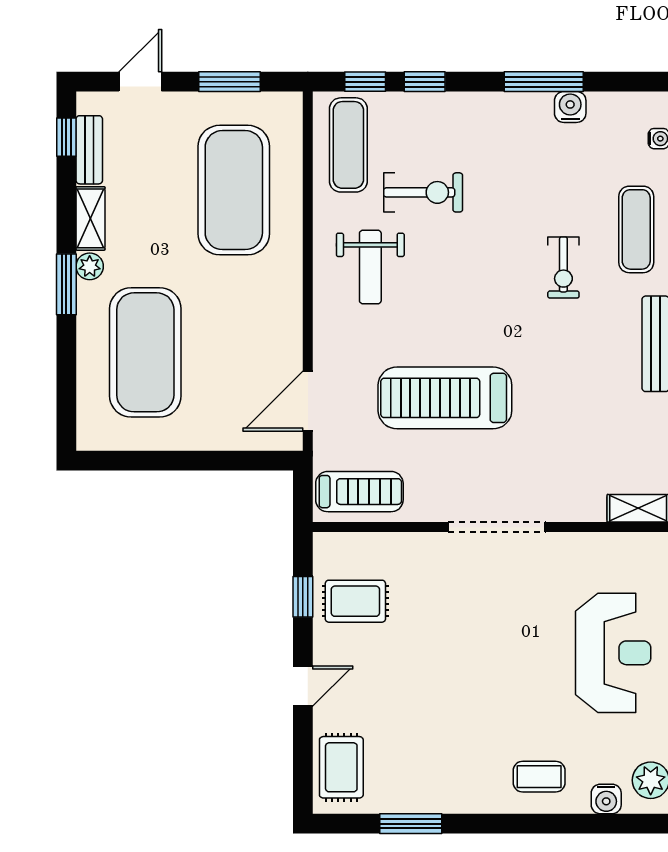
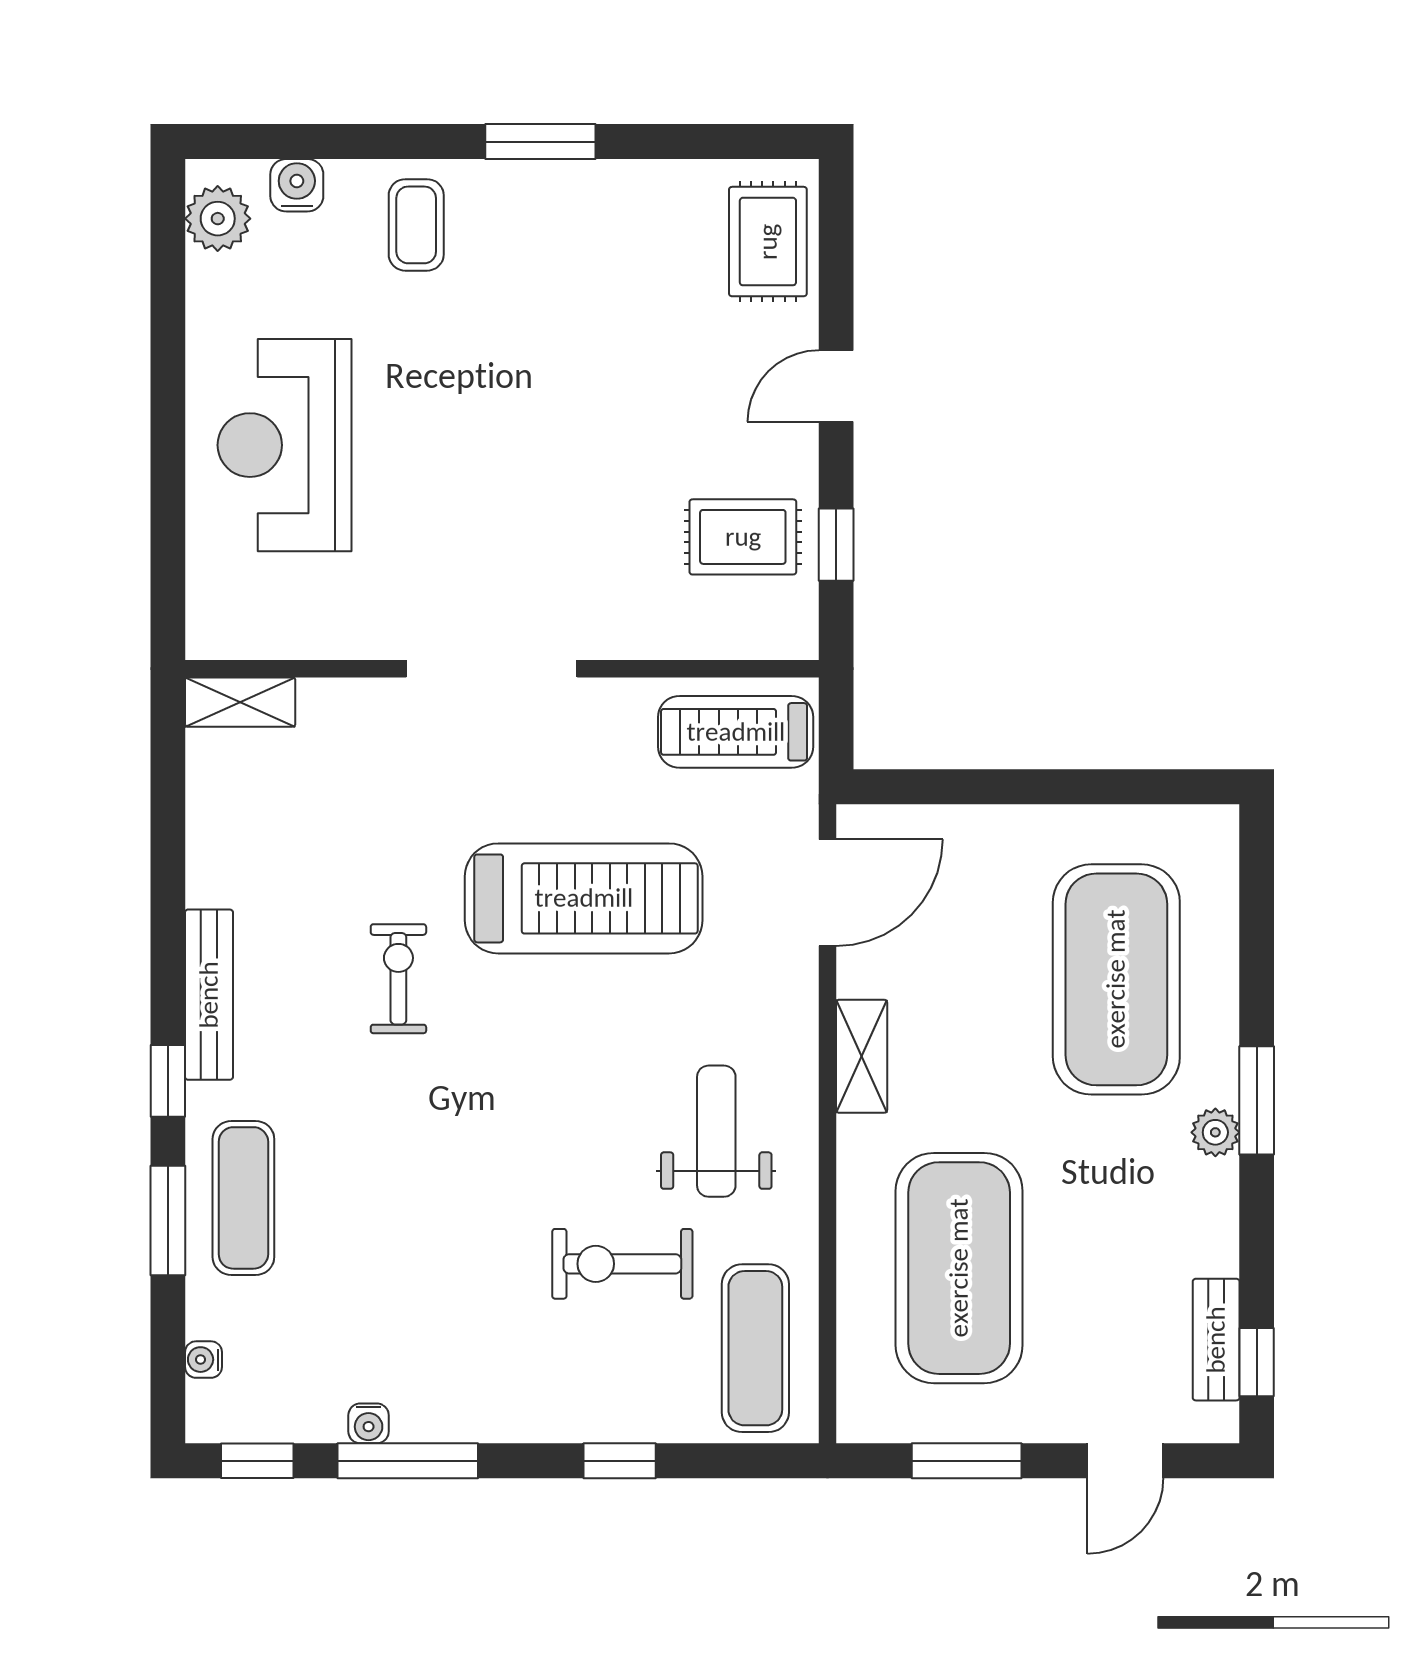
window: (365, 82) -> (257, 1461), moved
water cooler: (570, 107) -> (369, 1423), width x0.72, depth x0.72
shelving: (90, 218) -> (862, 1056), moved
exercise bike: (563, 268) -> (398, 979), moved
coffee table: (539, 777) -> (416, 225), turned 90
window: (411, 824) -> (540, 142), moved

